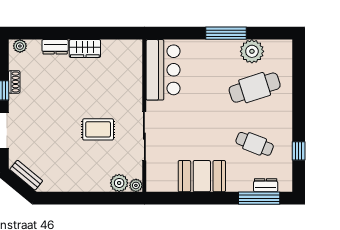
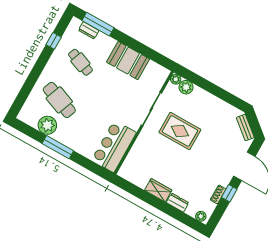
cafe table: (255, 88) -> (59, 100), turned 39
rug: (98, 129) -> (180, 131), width x1.36, depth x1.43

